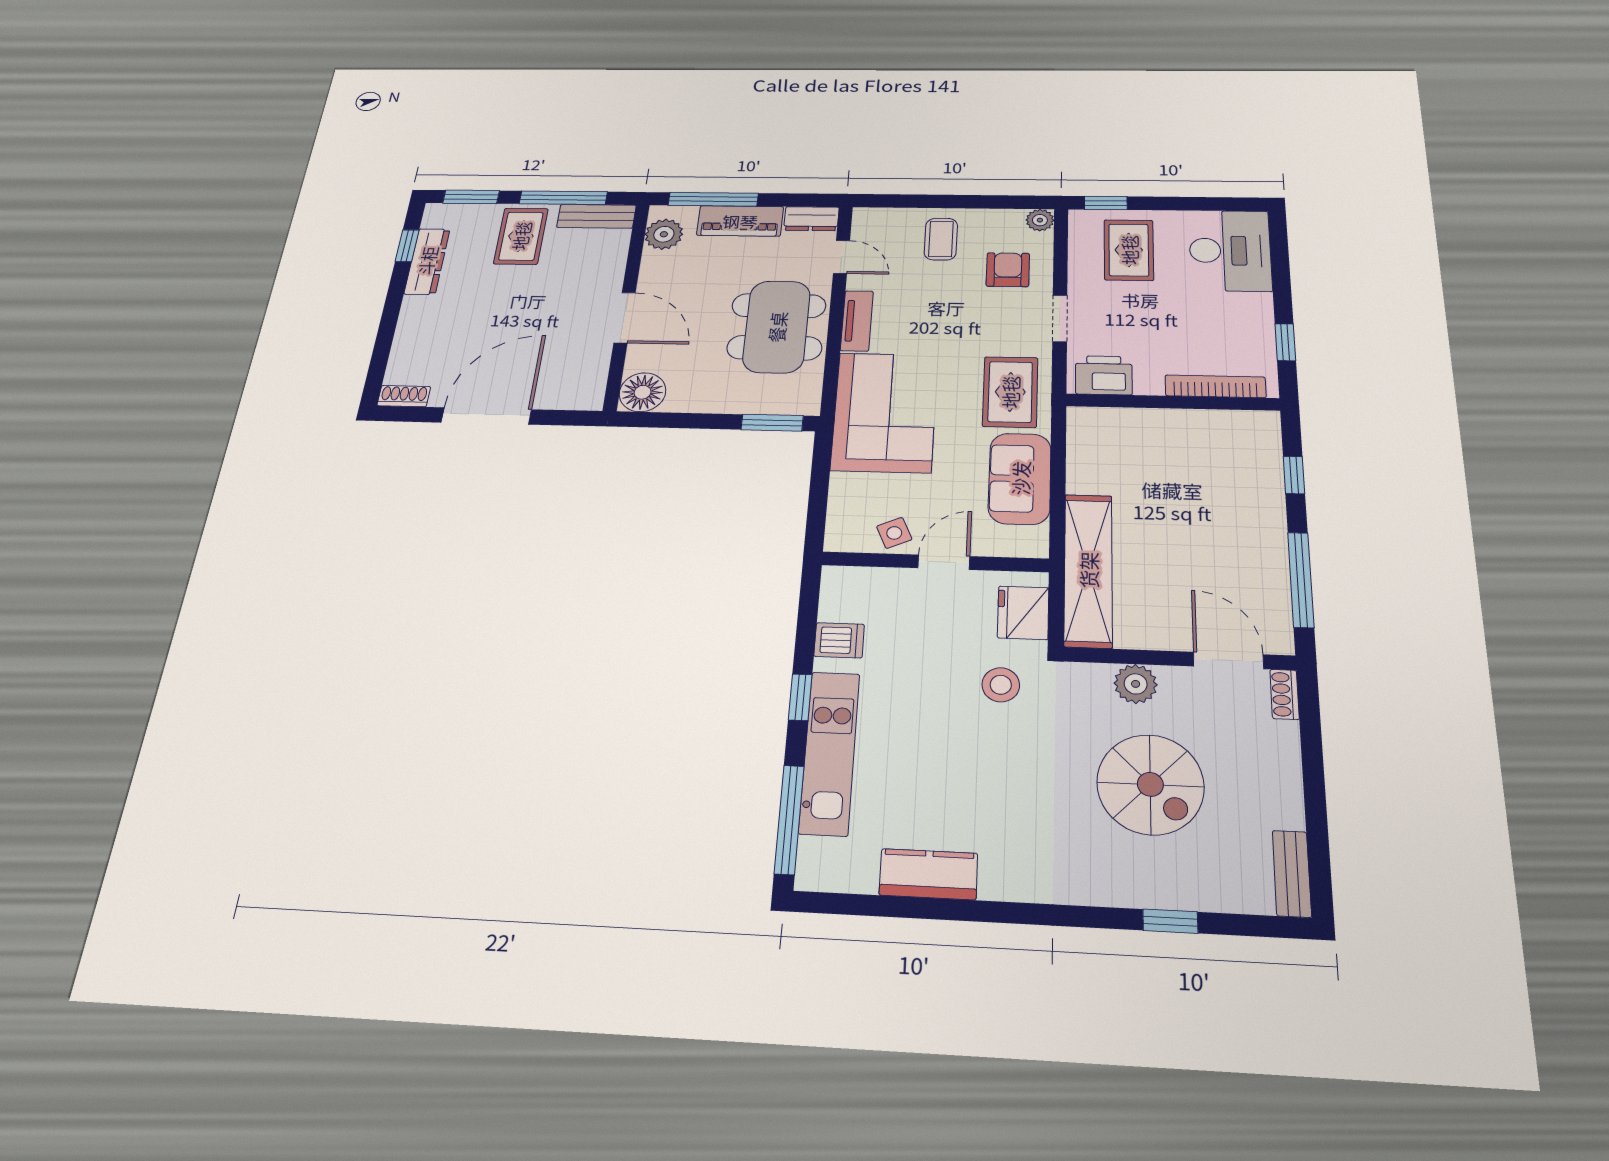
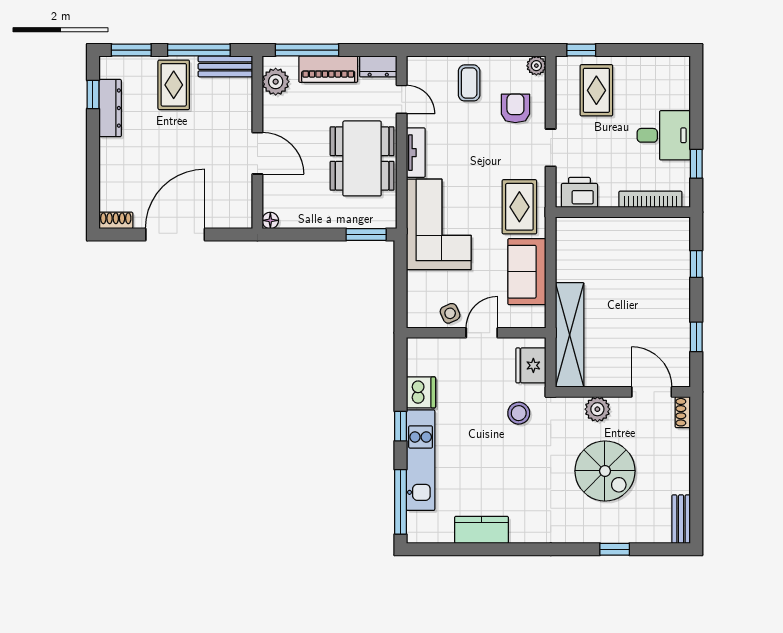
desk: (1230, 251) -> (664, 135), moved, width x0.73
floor lamp: (643, 392) -> (270, 220), width x0.53, depth x0.53
window: (1301, 580) -> (696, 337), width x0.46
dishwasher: (839, 640) -> (421, 392), width x1.38

